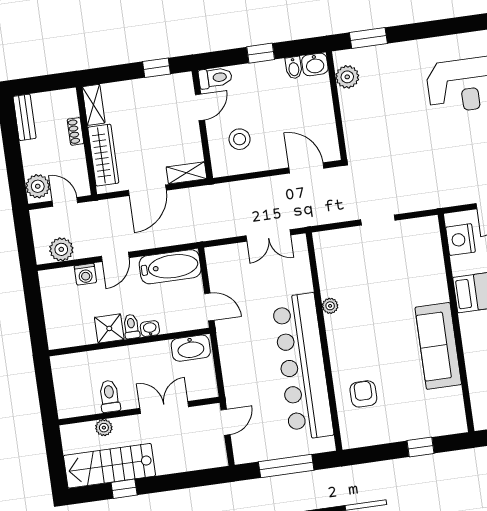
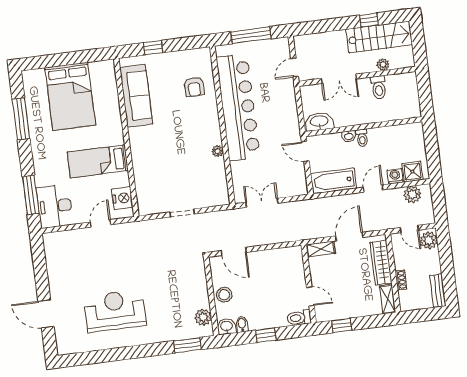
door: (200, 107) -> (310, 296), swing flipped
stool: (240, 139) -> (224, 295), moved
shower: (109, 328) -> (412, 172), moved
sofa: (438, 346) -> (136, 96), moved

